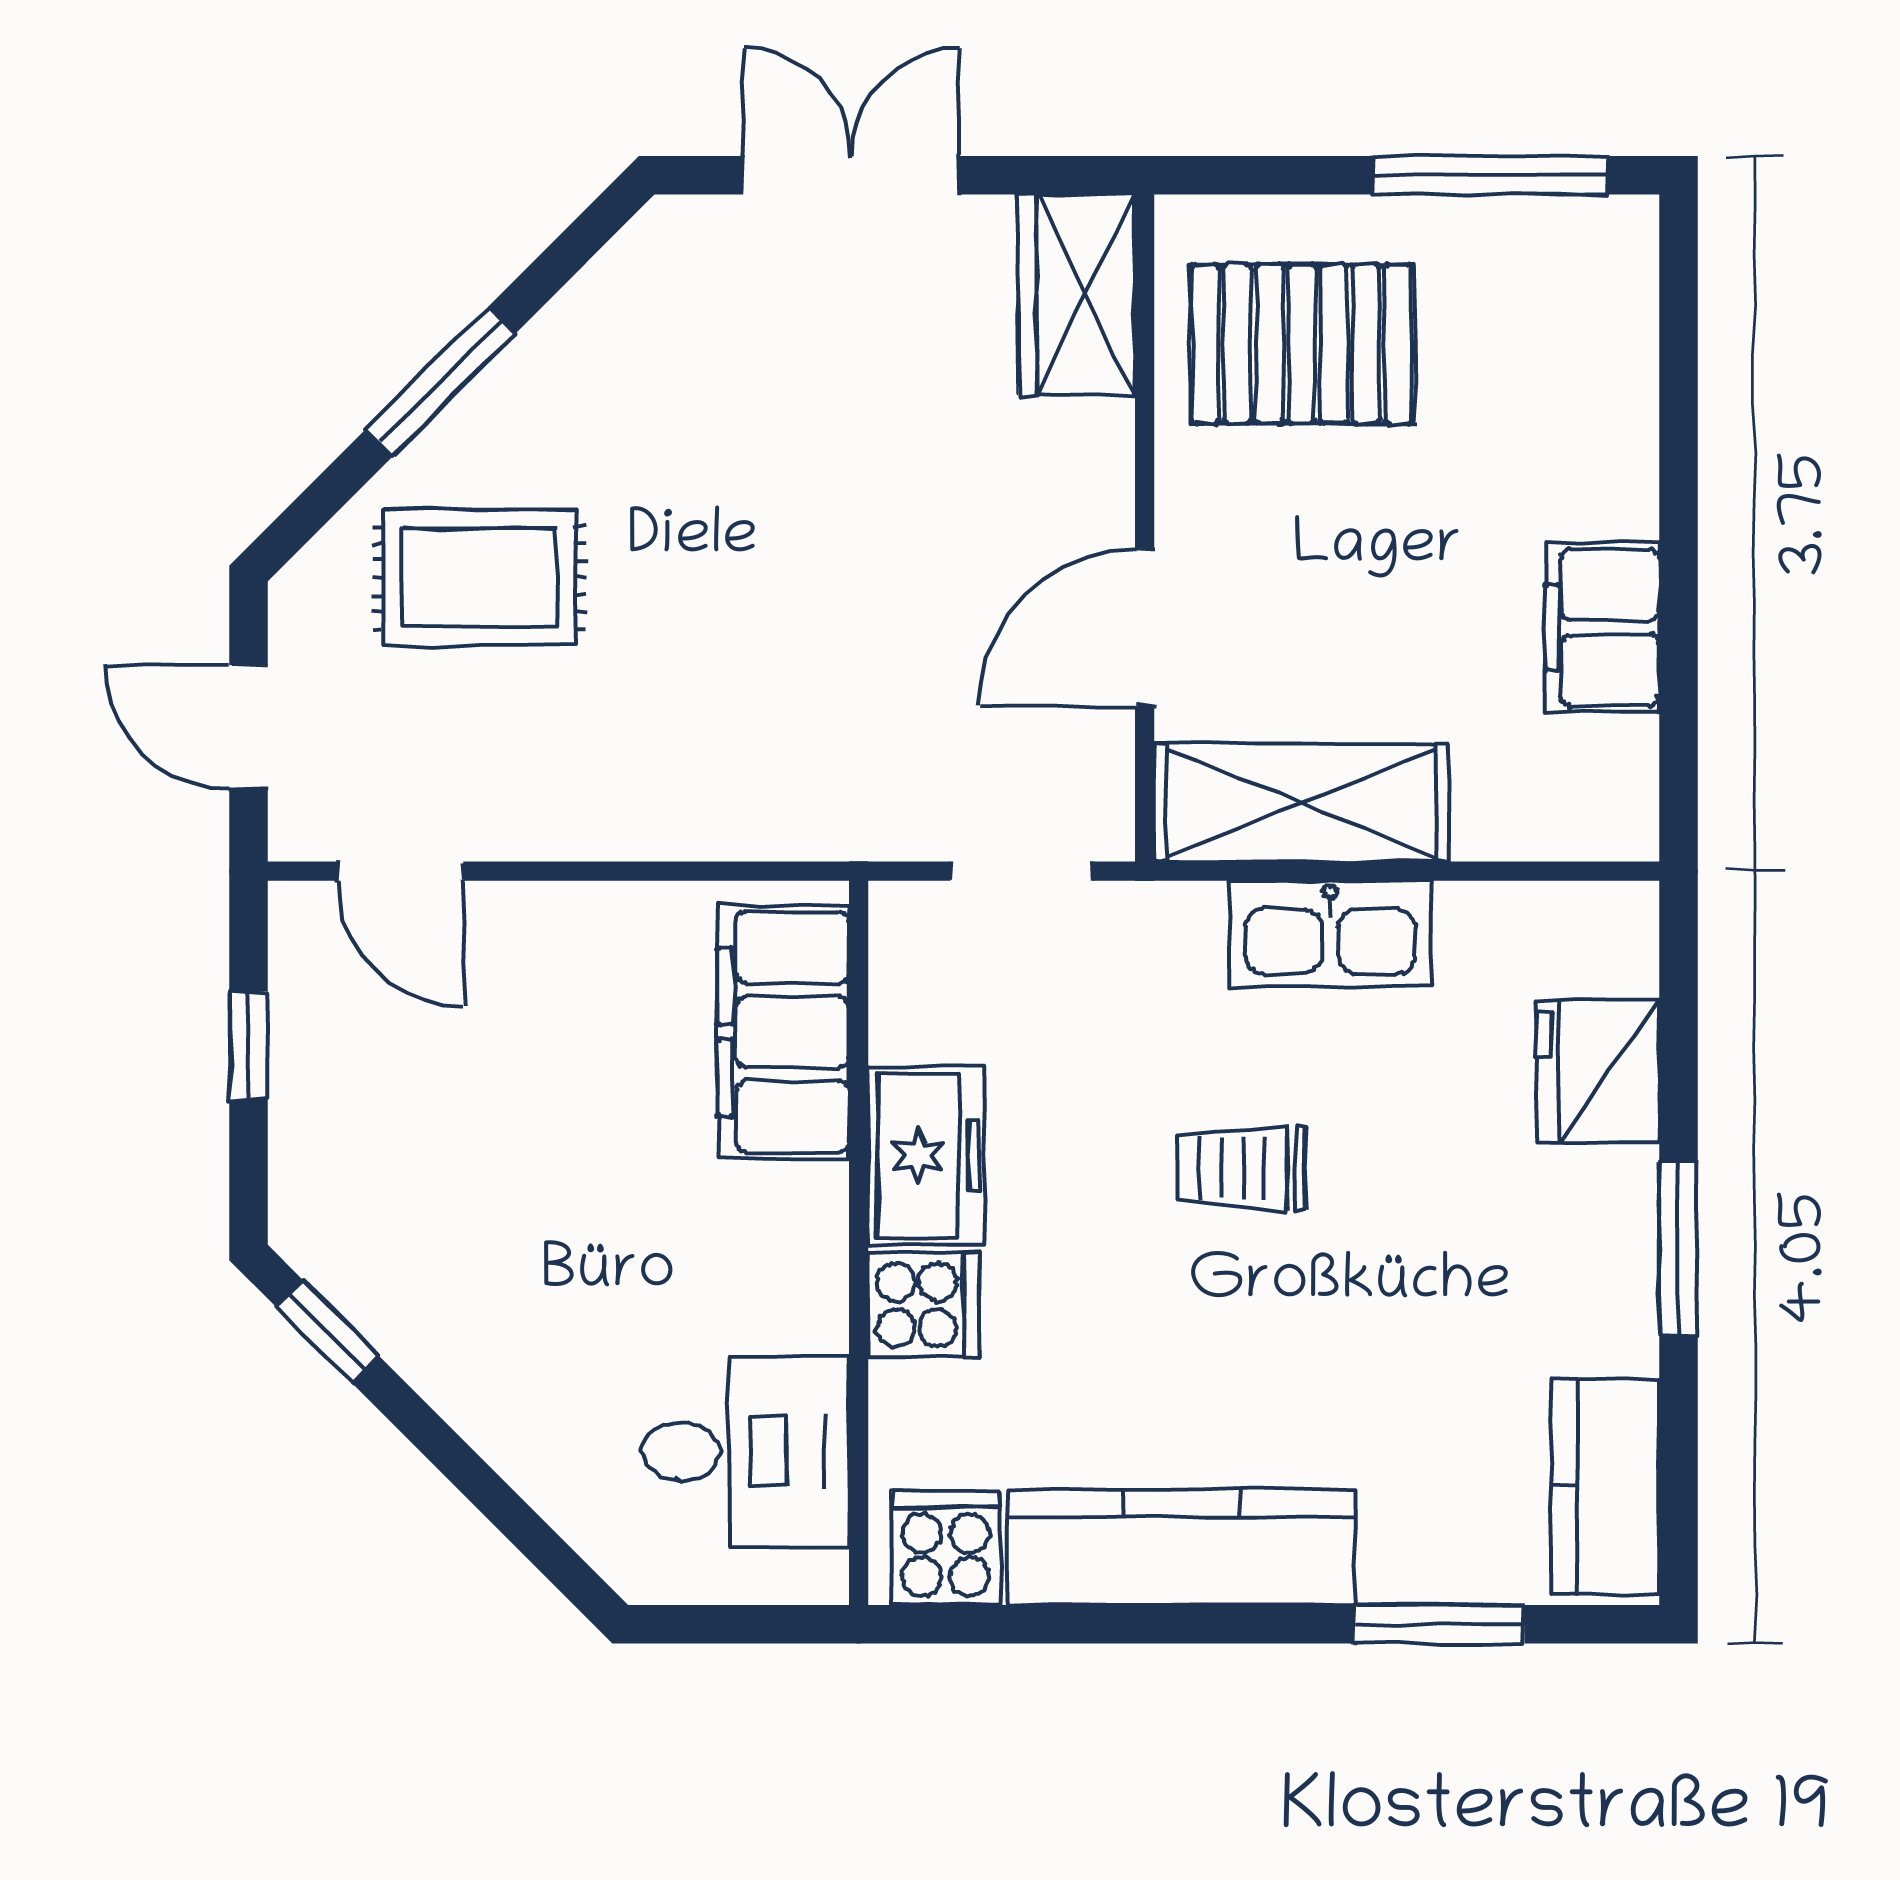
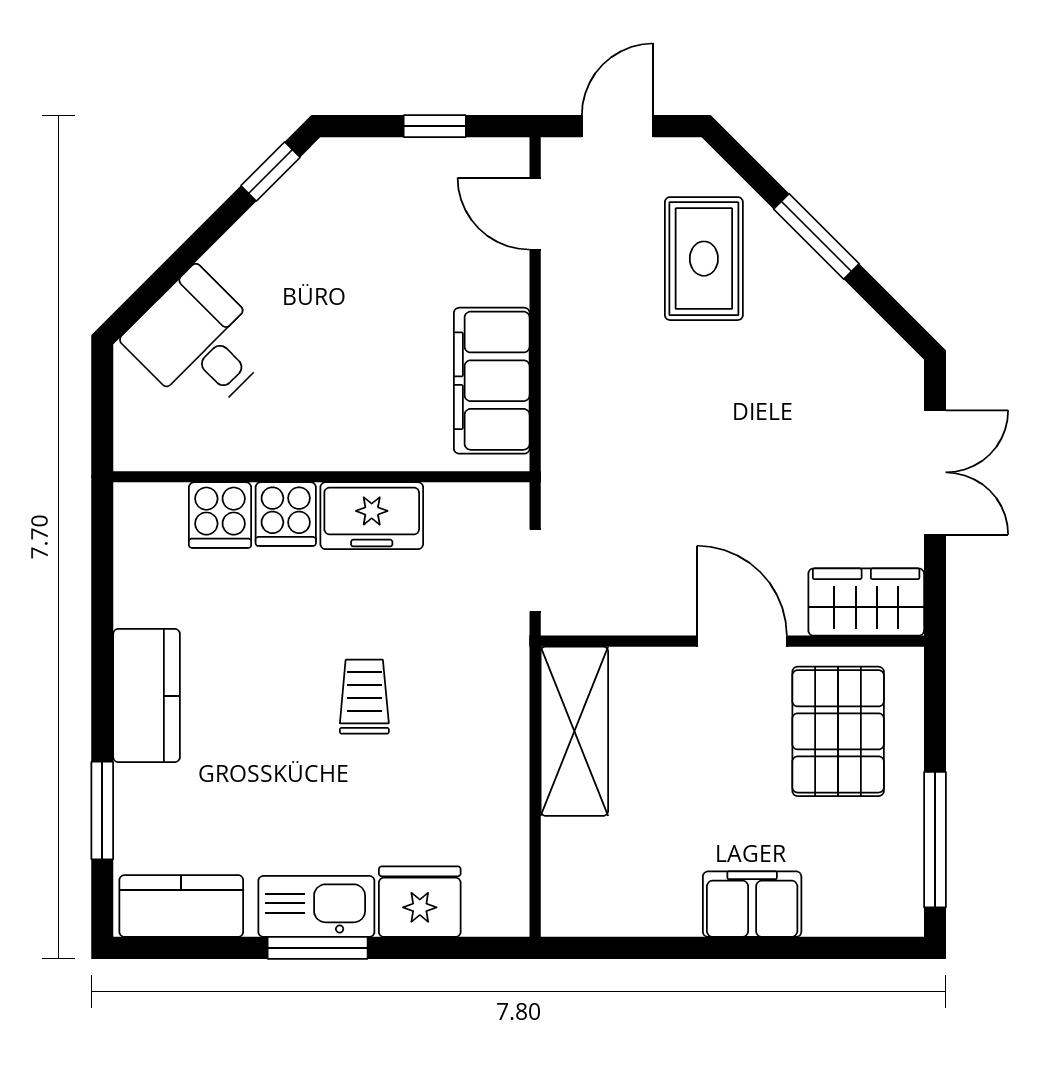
filing cabinet: (1602, 627) -> (752, 904), moved
door: (1145, 628) -> (742, 641), moved
door: (401, 871) -> (535, 214), hinge flipped
kitchen sink: (1330, 934) -> (316, 906), moved, turned 90
filing cabinet: (783, 1032) -> (492, 381), moved, turned -90
desk: (745, 1452) -> (199, 343), moved, turned 135
kitchen counter: (1181, 1547) -> (147, 696), width x0.67
cooker: (946, 1548) -> (220, 515), moved, turned 90

